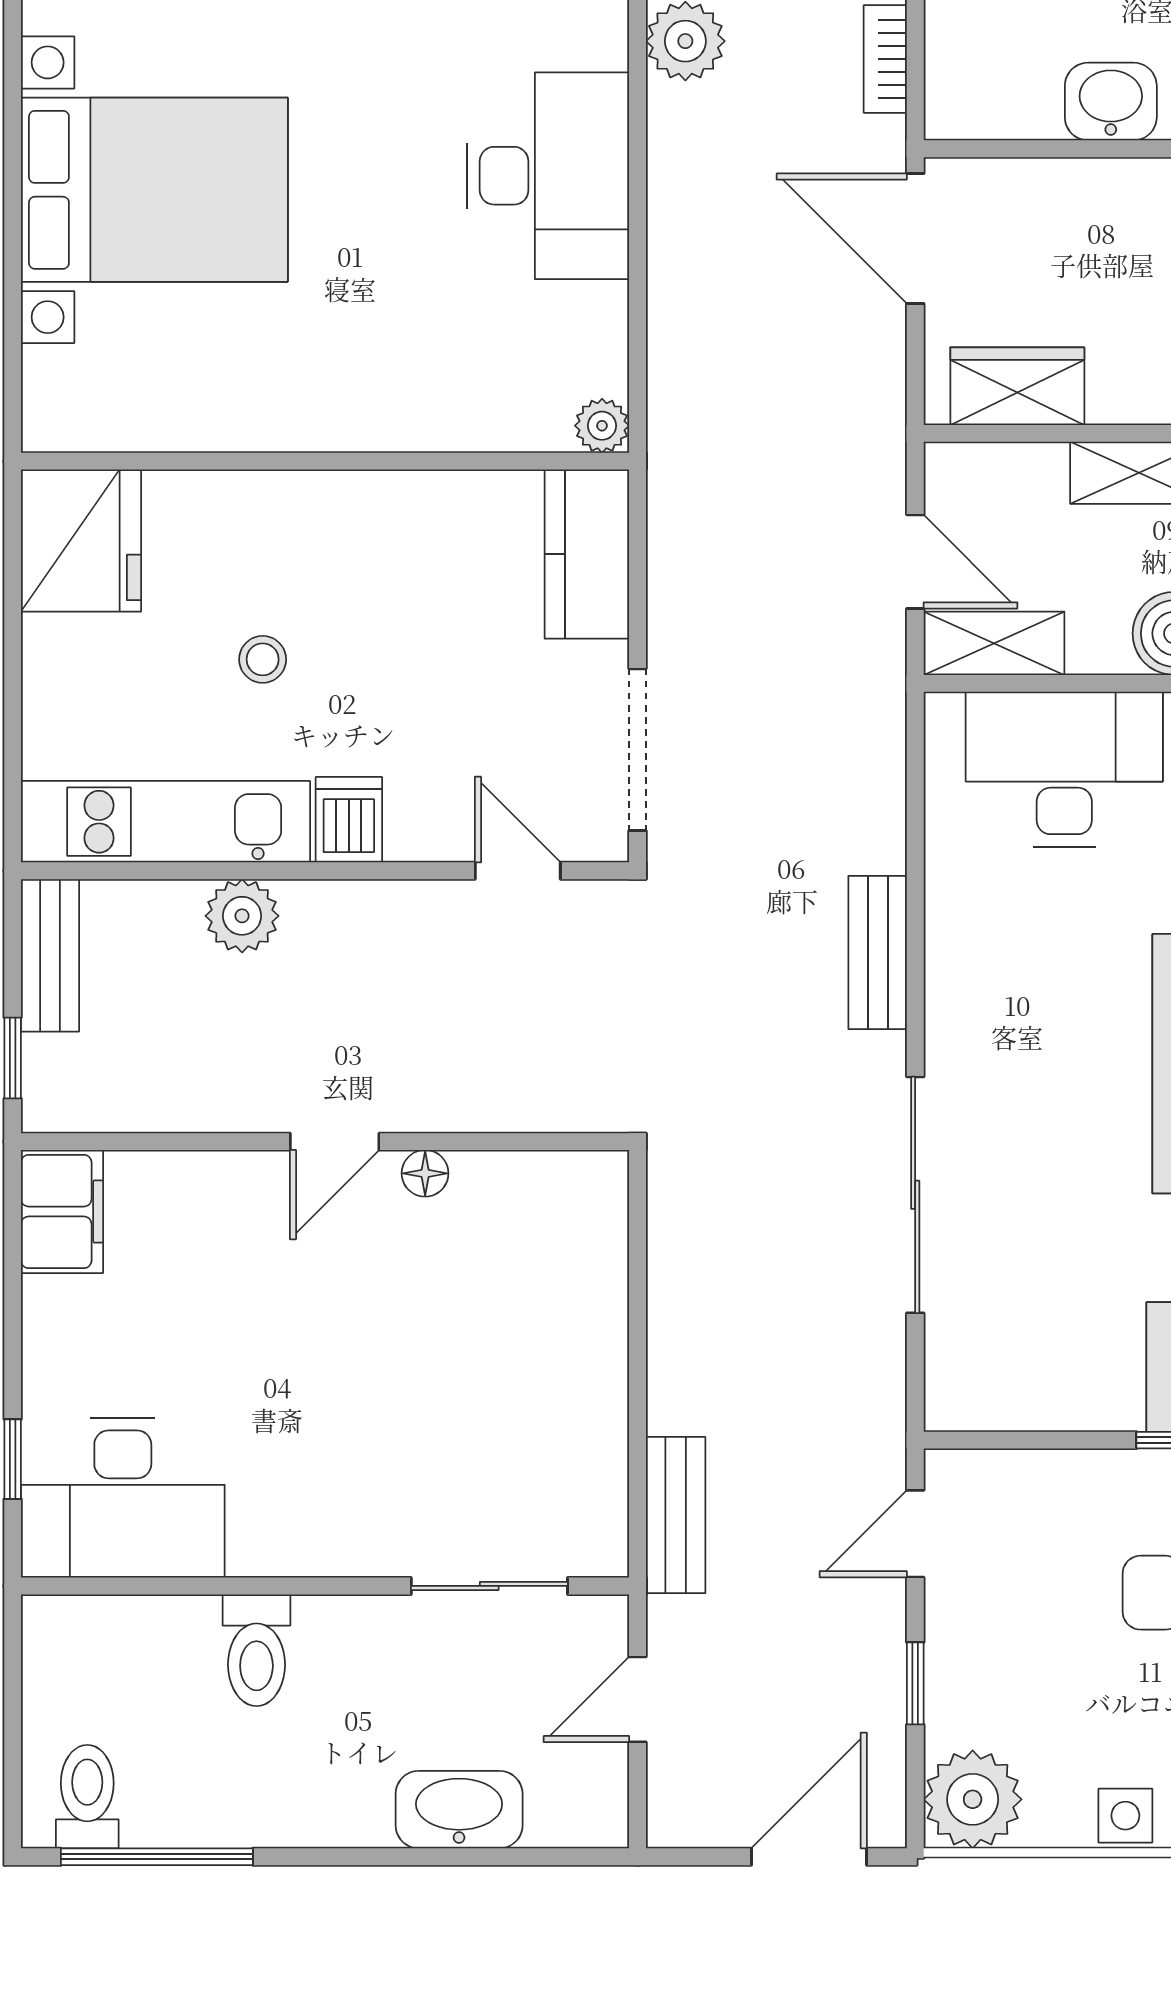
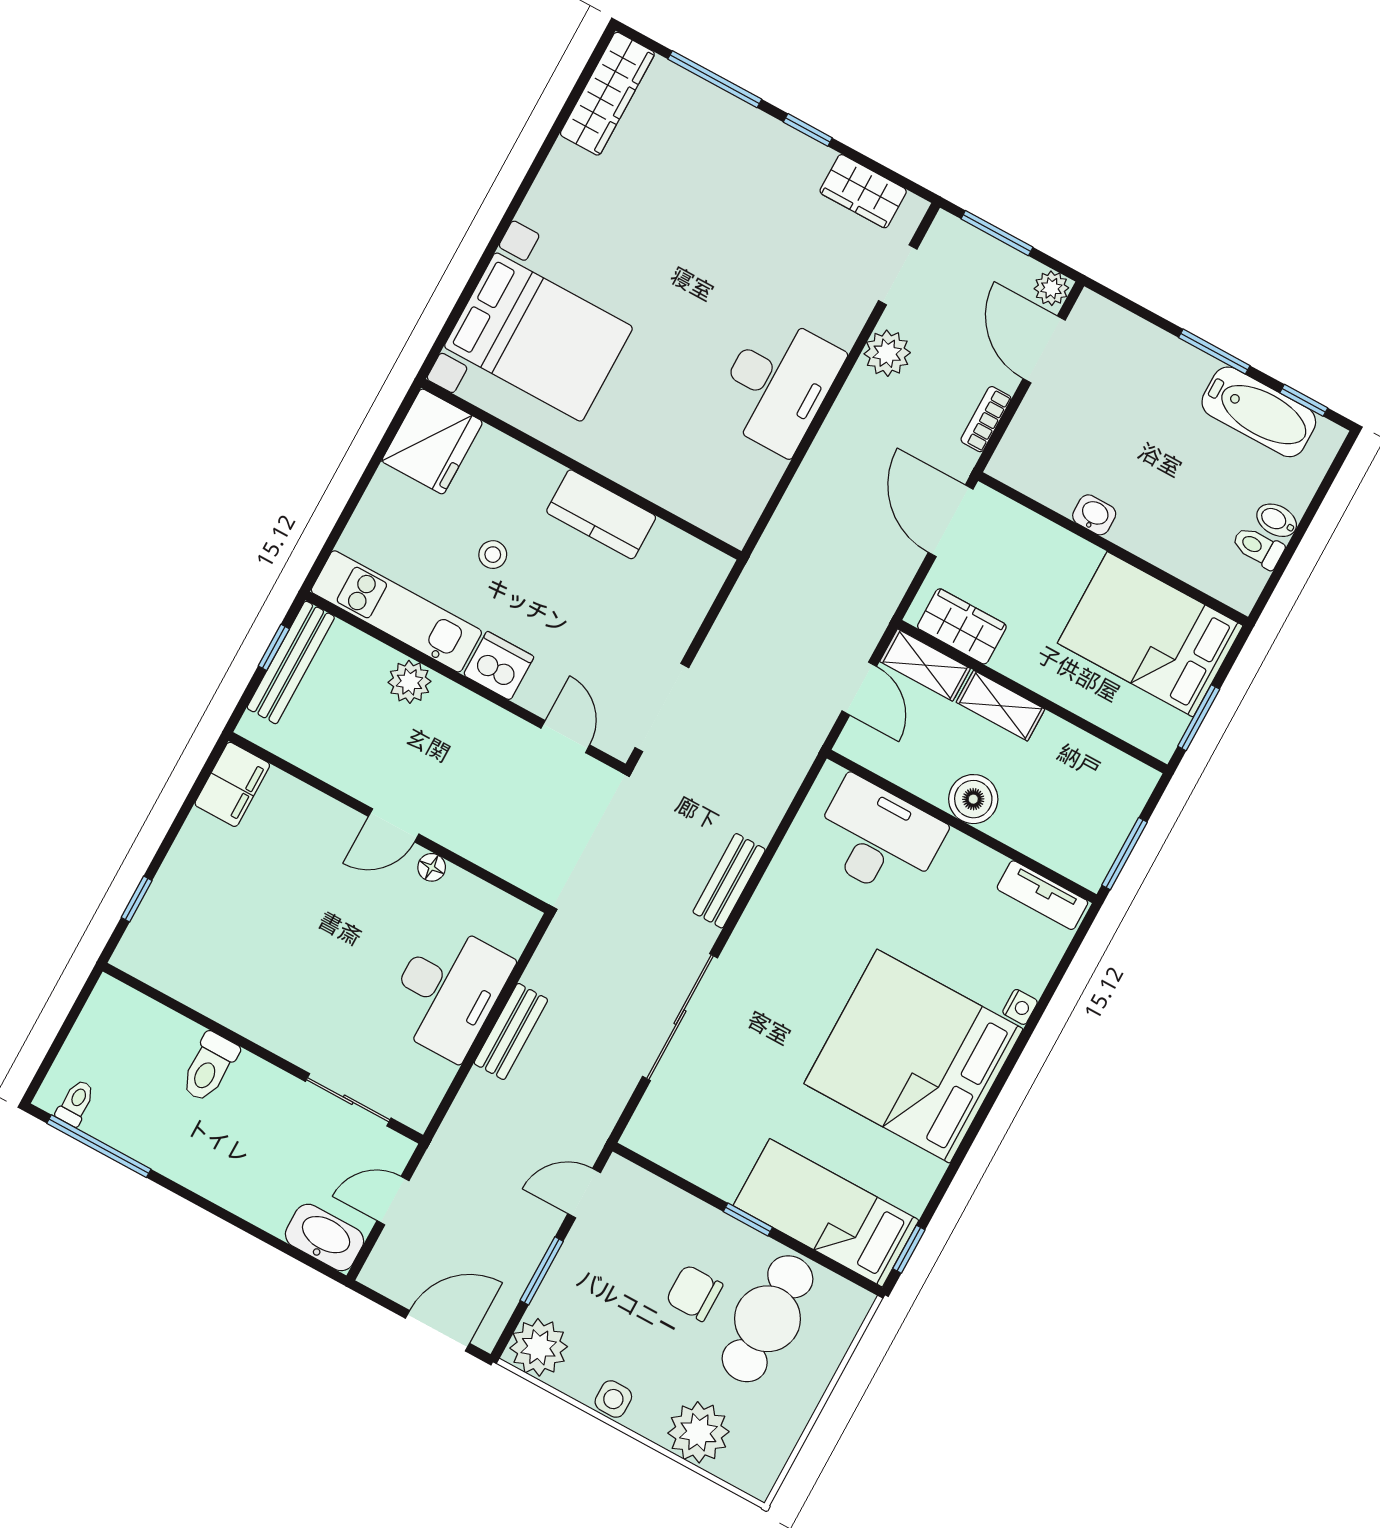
washbasin: (1111, 102) -> (1094, 515), width x0.72, depth x0.69
bed with nightstands: (154, 190) -> (538, 337), moved
plant: (602, 426) -> (735, 529), removed
kitchen counter: (587, 554) -> (601, 514), moved, turned -90
shelving: (994, 643) -> (925, 665), moved
dishwasher: (349, 820) -> (499, 666), width x1.38
bench: (50, 955) -> (291, 662), width x1.36
window: (13, 1058) -> (274, 647), moved
desk: (123, 1498) -> (448, 991), moved, turned -90
bench: (676, 1515) -> (511, 1031), moved
window: (915, 1683) -> (542, 1271), width x1.50
toilet: (87, 1797) -> (76, 1103), width x0.73, depth x0.72
washbasin: (459, 1810) -> (325, 1237), moved

